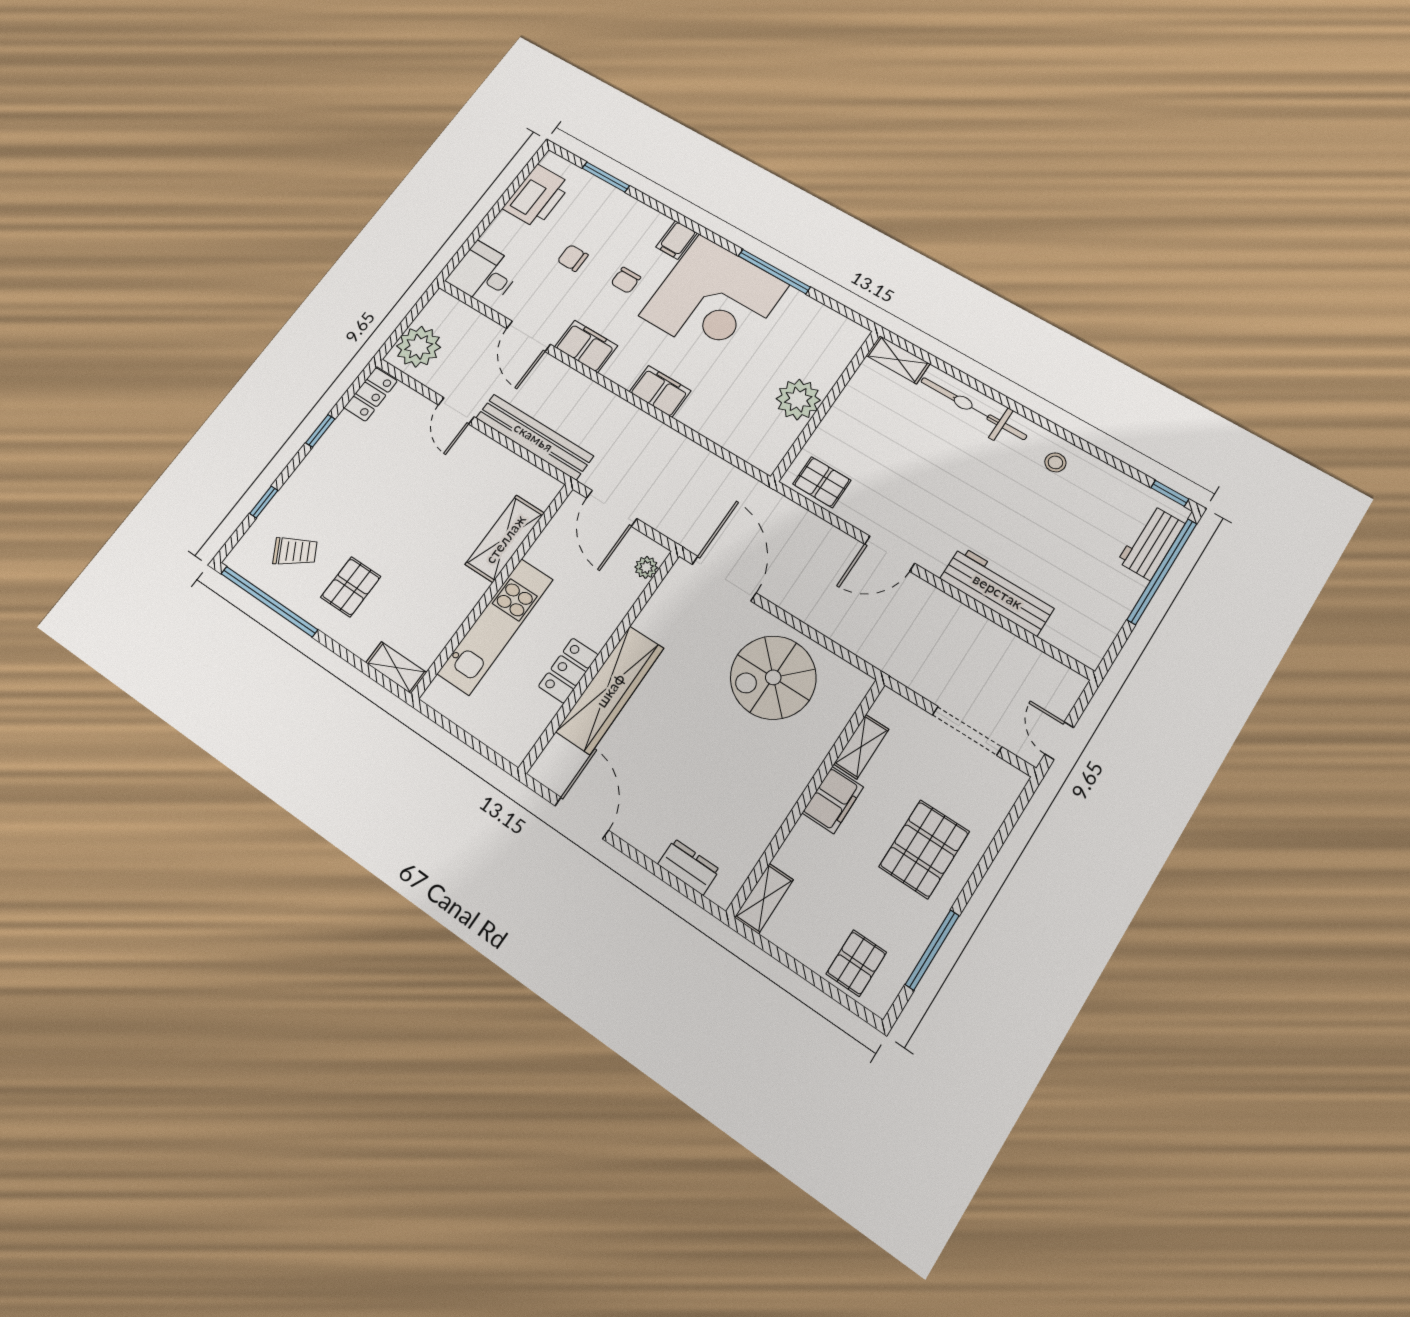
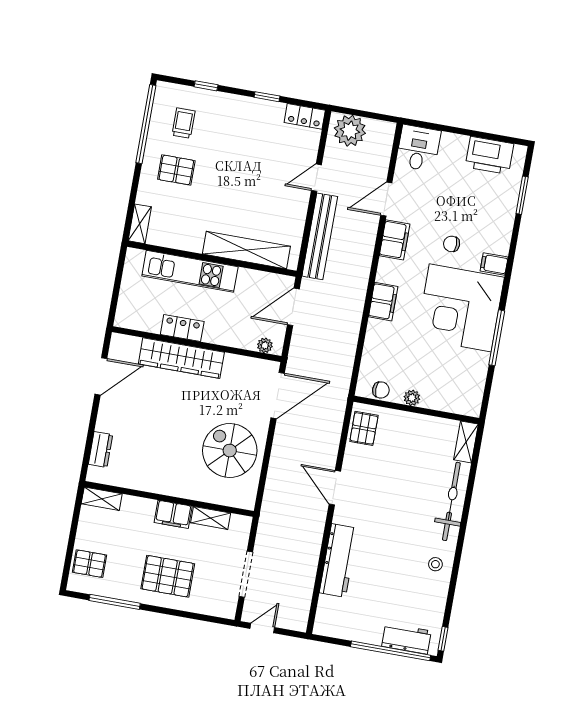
chair: (573, 258) -> (381, 390), moved, turned 90
plant: (798, 399) -> (412, 398), width x0.53, depth x0.53
shelving: (505, 539) -> (246, 250), width x1.47
trolley: (295, 551) -> (183, 123), turned -149

